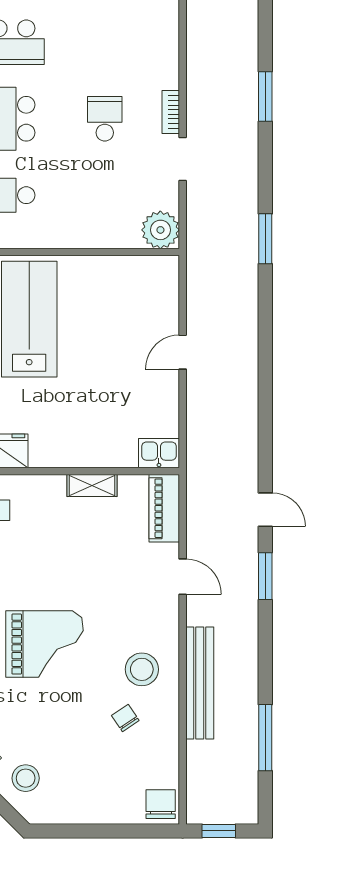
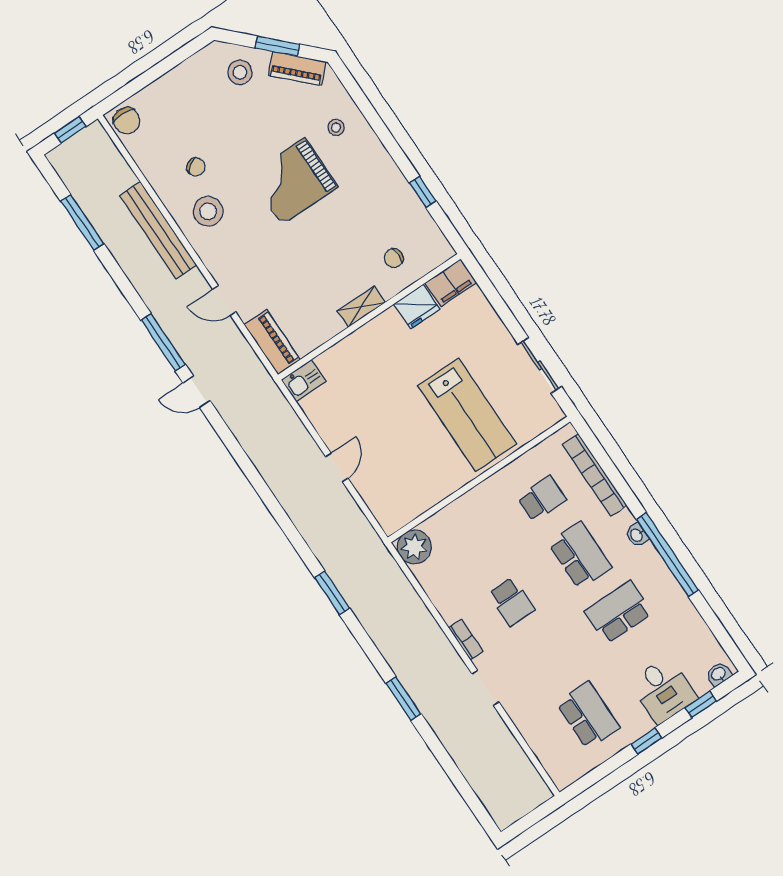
doorway: (183, 159) -> (485, 688), moved
shelving: (92, 485) -> (361, 307), moved
window: (265, 576) -> (163, 342), width x1.44

